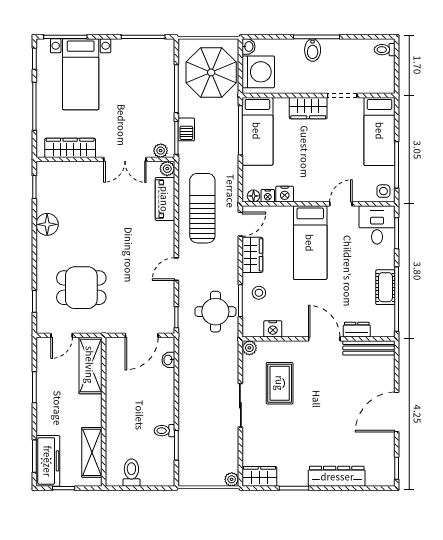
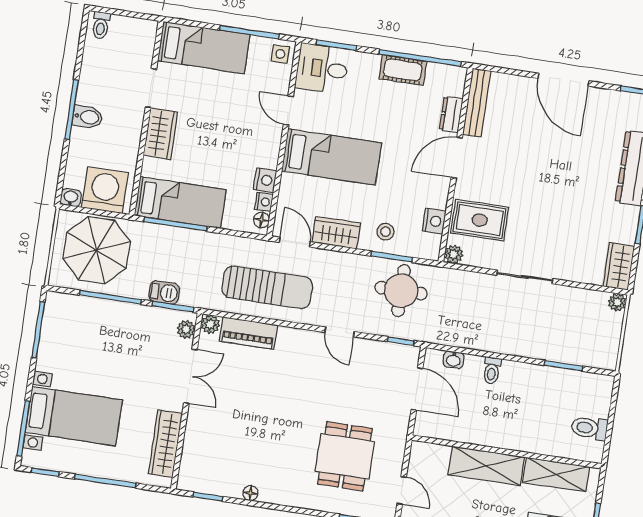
sun lounger: (202, 208) -> (267, 287), turned 180
floor lamp: (47, 224) -> (250, 493), width x0.53, depth x0.53
shelving: (90, 365) -> (486, 466), moved
rug: (280, 383) -> (480, 220), moved
toilet: (164, 431) -> (492, 370), moved

